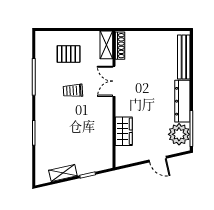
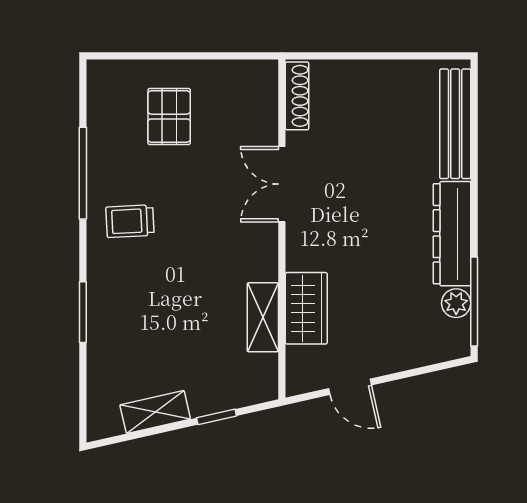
shelving: (106, 45) -> (263, 317), moved
pallet: (69, 54) -> (169, 117), turned 90
trolley: (73, 91) -> (130, 221), moved
plant: (179, 134) -> (456, 303), width x0.53, depth x0.53
door: (158, 159) -> (350, 387), moved

